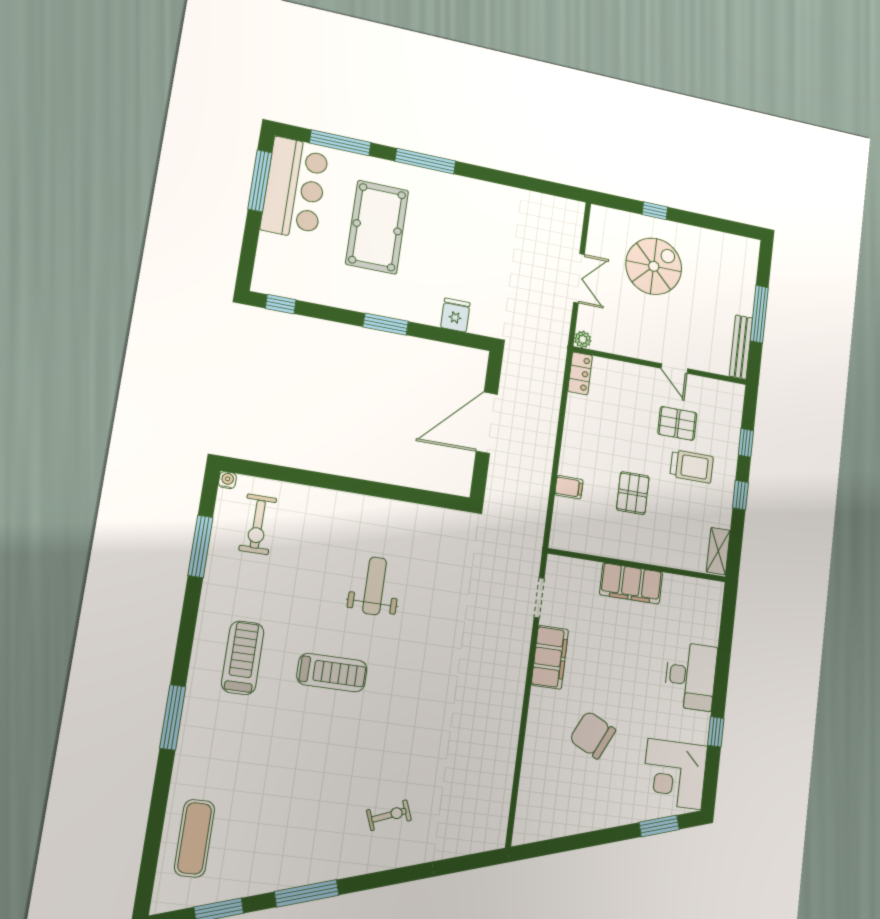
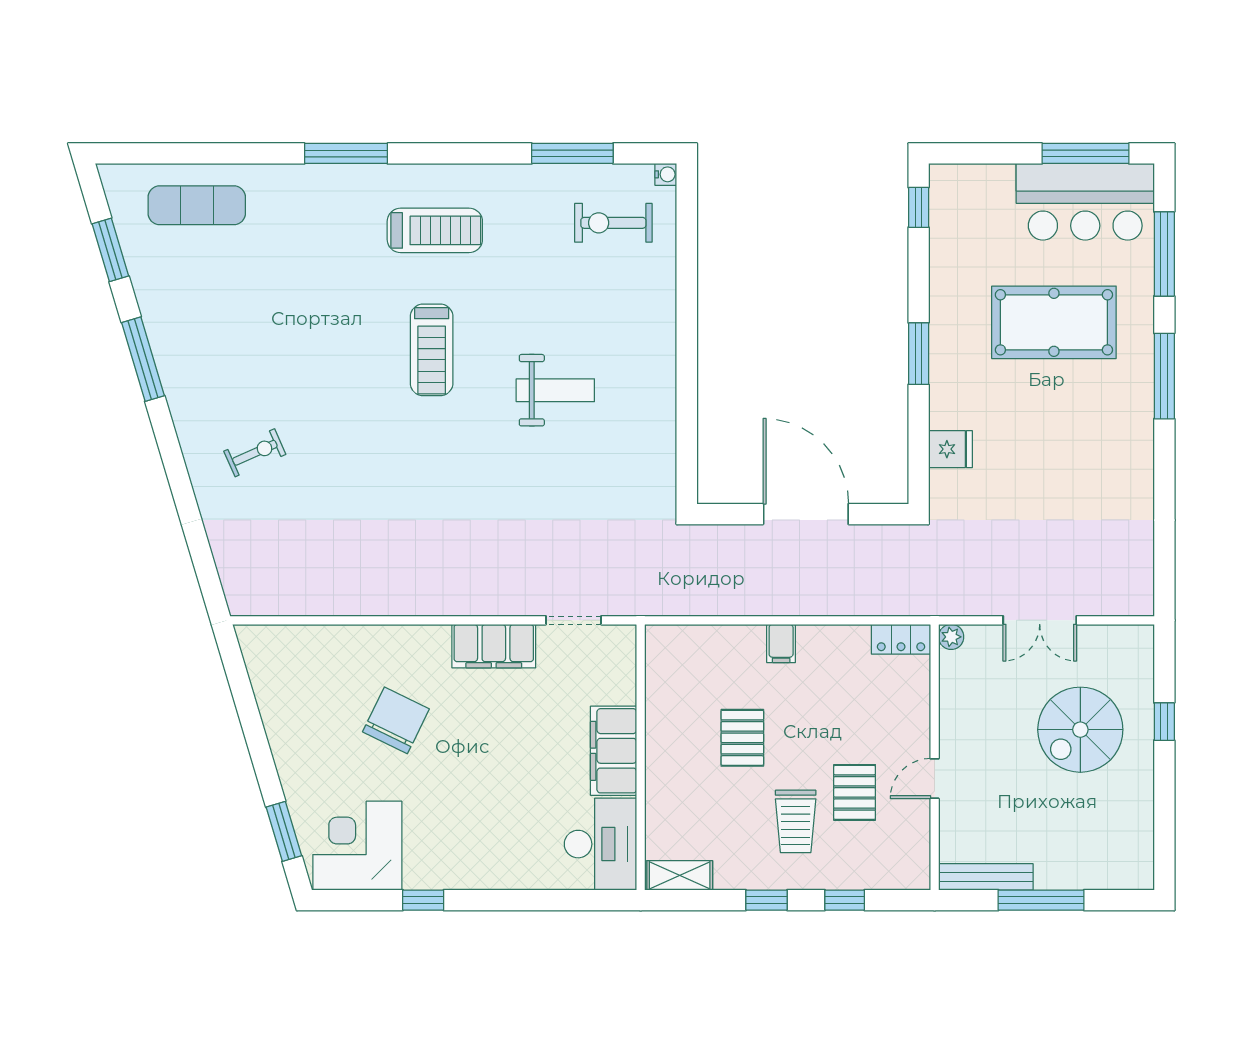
spiral stairs: (654, 266) -> (1080, 730), turned 90
filing cabinet: (569, 487) -> (781, 643), moved
pallet: (633, 493) -> (742, 738), turned 90
desk: (691, 676) -> (600, 844), moved, turned -90
exercise bike: (389, 815) -> (255, 453), turned -93

